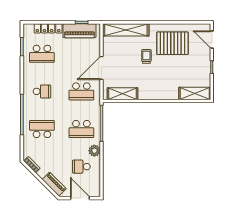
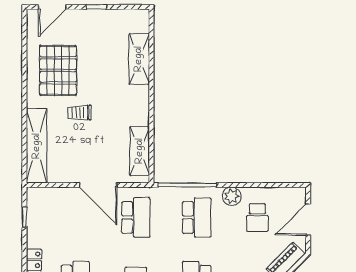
piano: (79, 31) -> (38, 221), removed
shelving: (195, 93) -> (139, 59), moved

